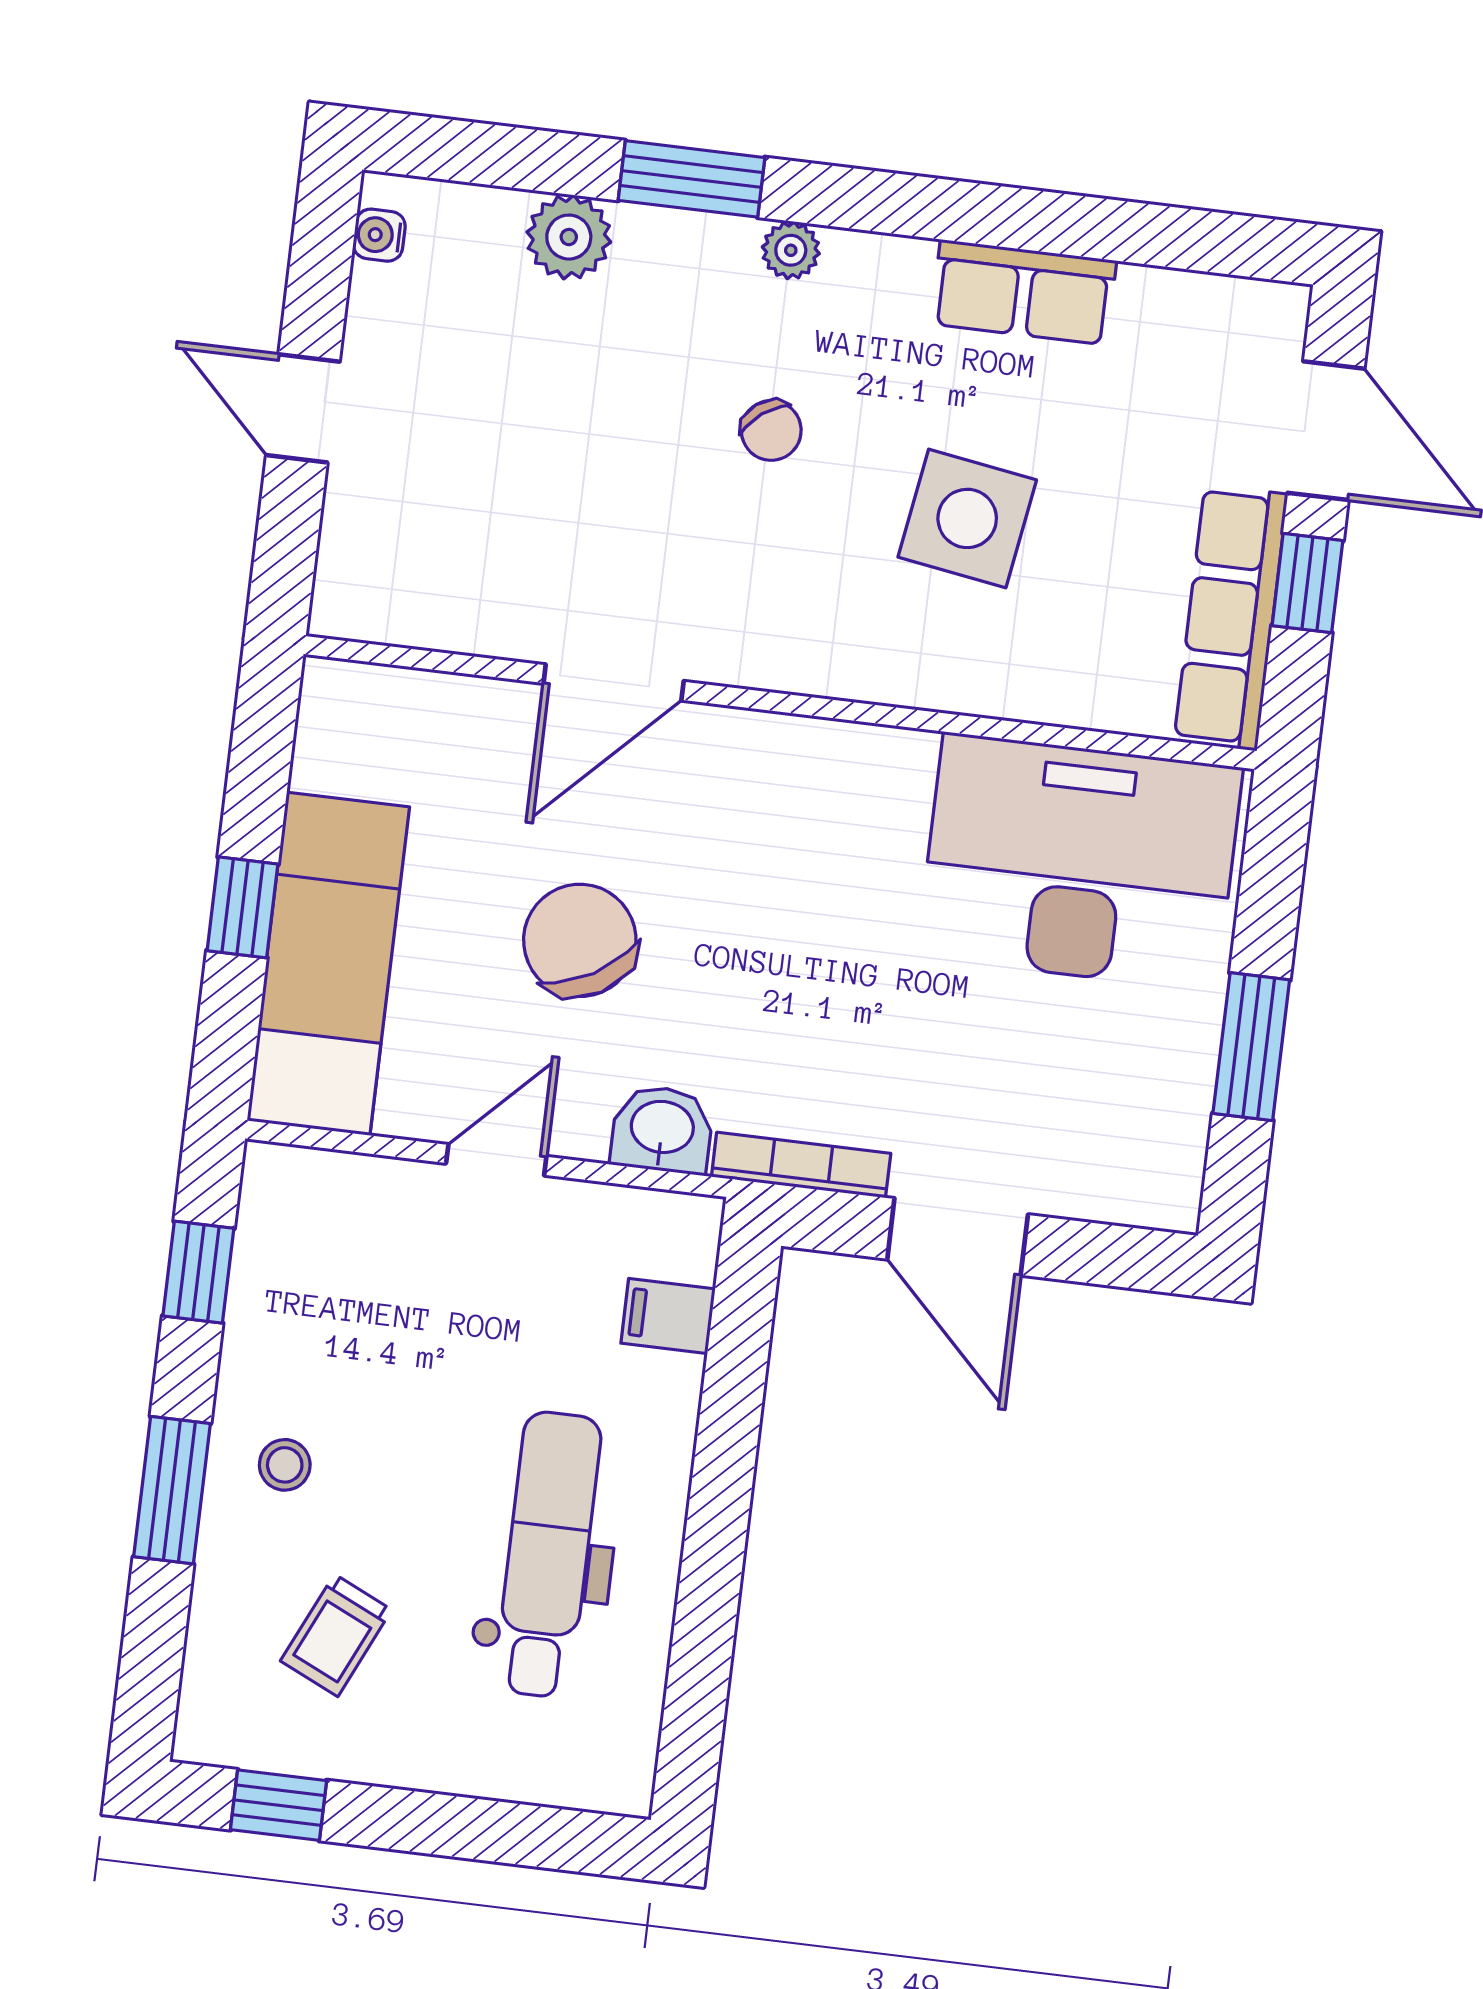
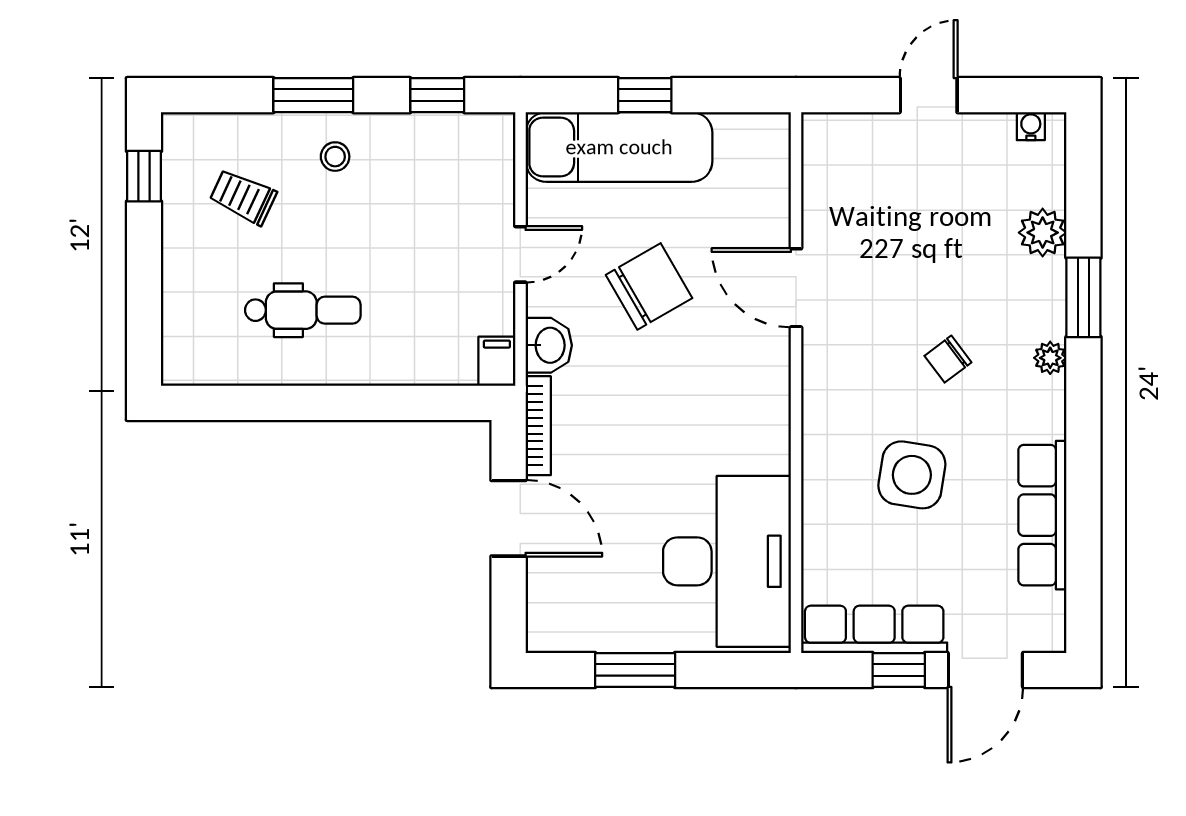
row of seats: (1024, 292) -> (1042, 515), width x1.48
door: (496, 1160) -> (520, 254), hinge flipped
door: (958, 1237) -> (509, 518), swing flipped
filing cabinet: (668, 1316) -> (497, 361), moved
dental chair: (548, 1554) -> (303, 310), width x0.73, depth x0.72

